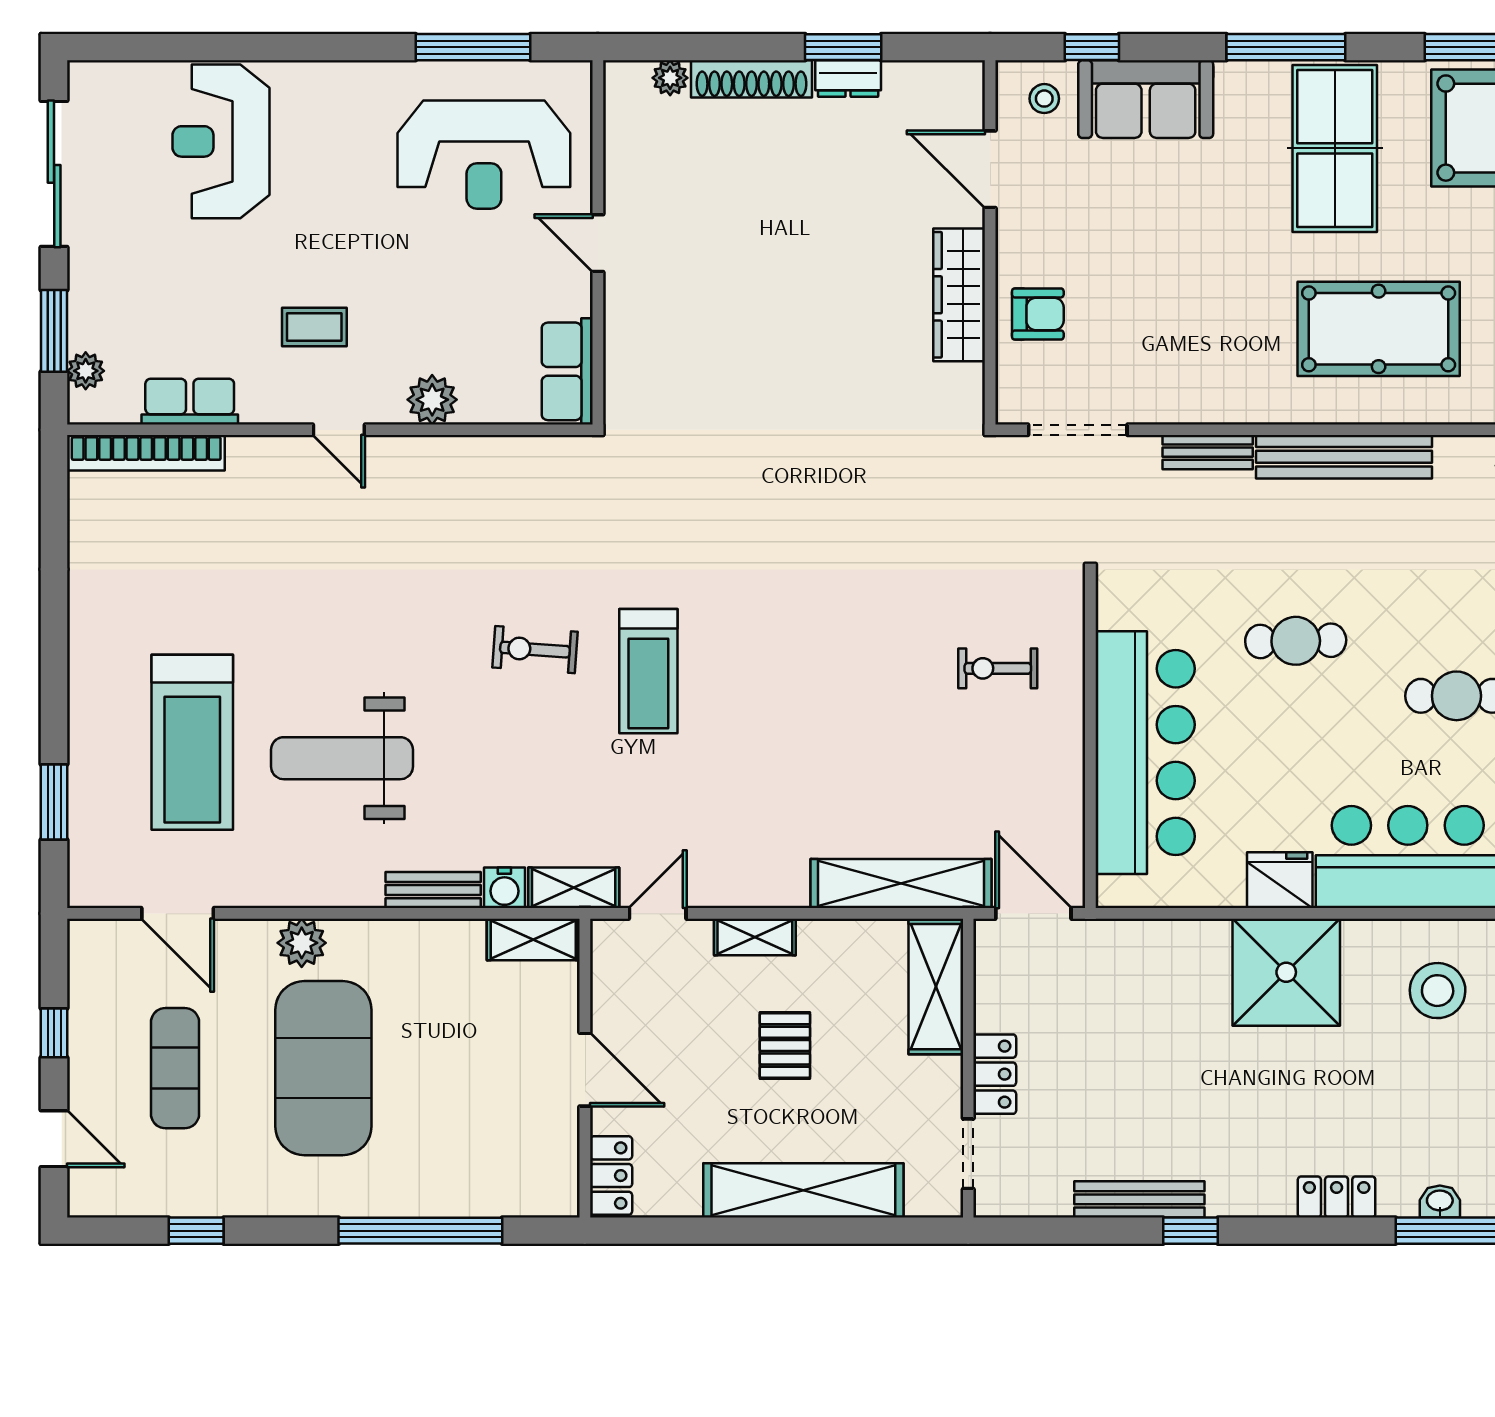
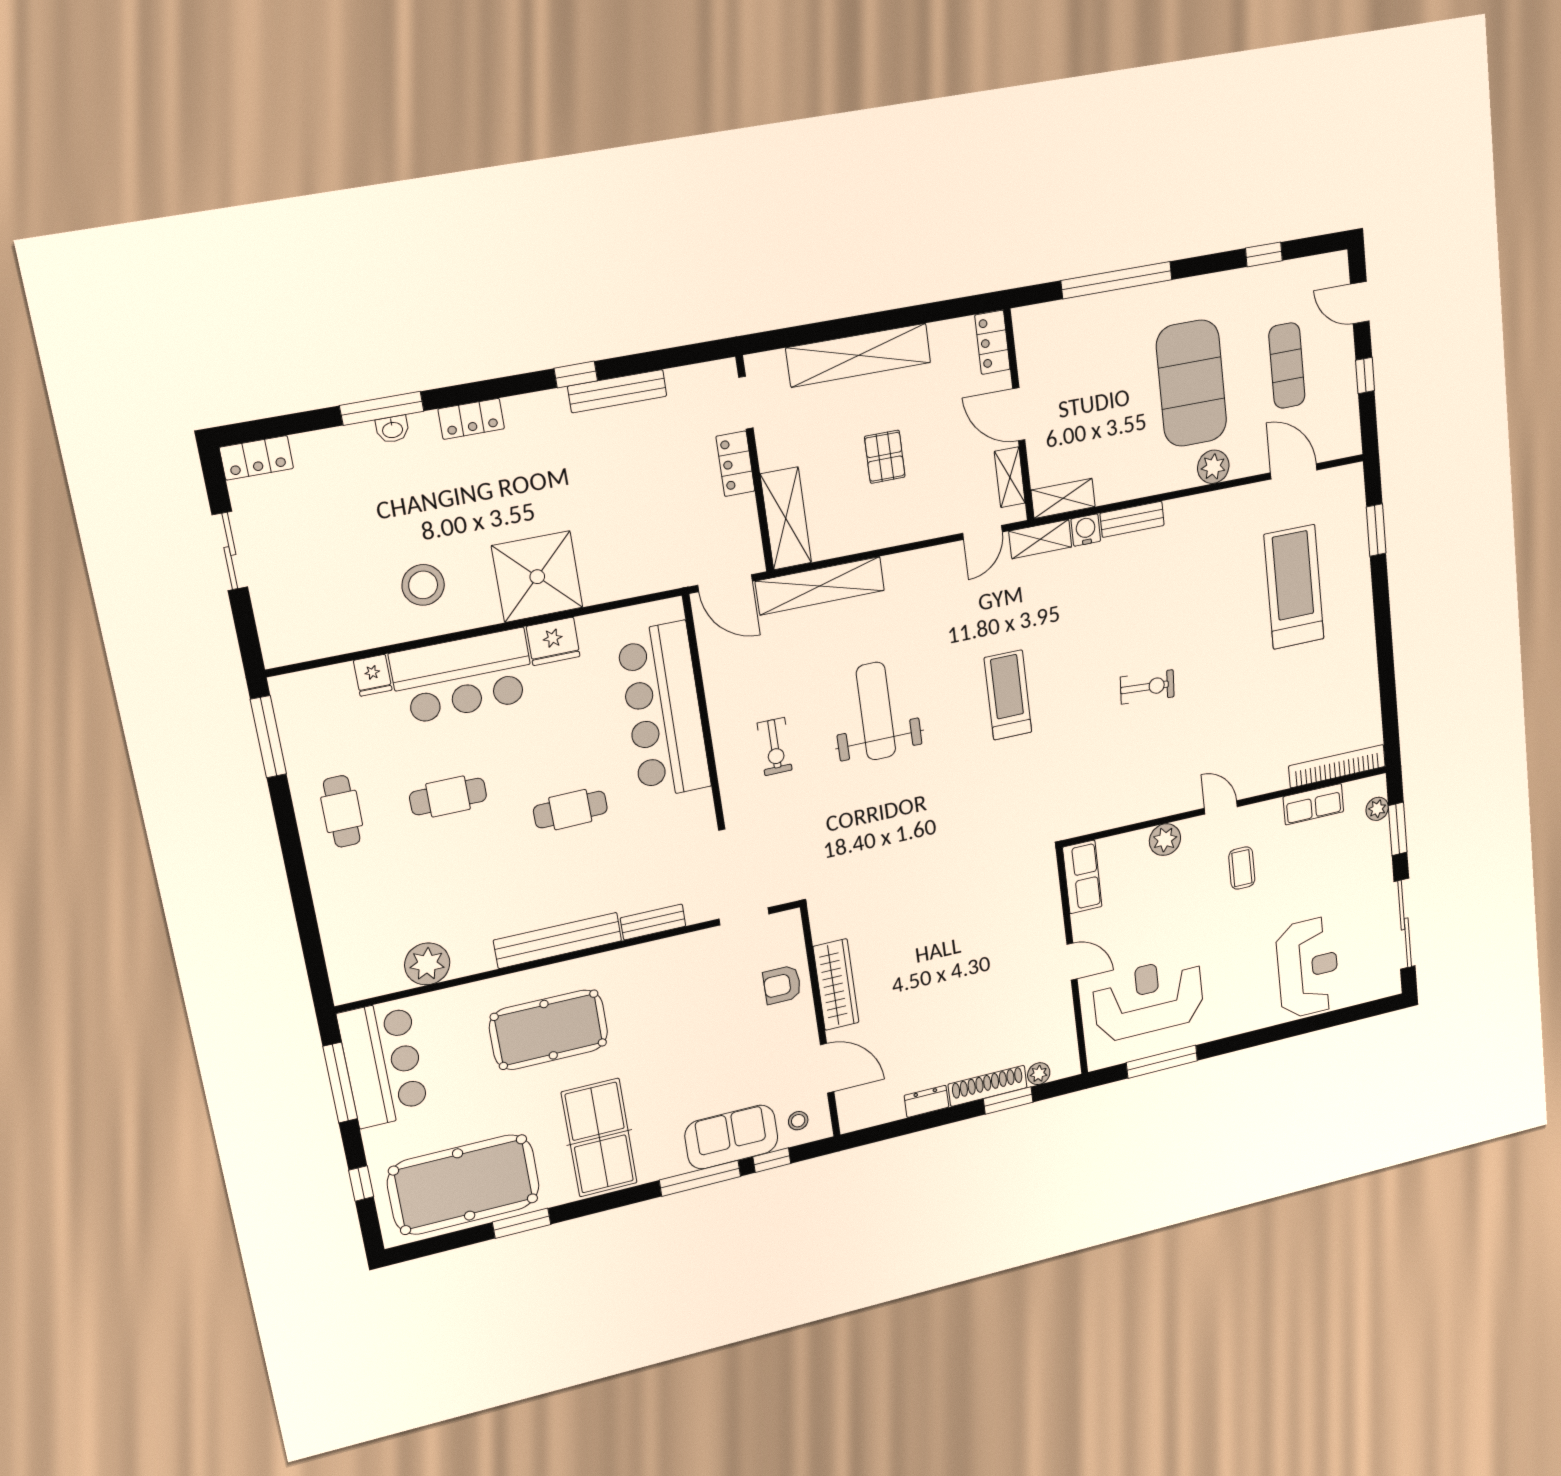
window: (843, 47) -> (1008, 1100), moved
window: (1286, 47) -> (700, 1178), moved
coffee table: (314, 327) -> (1242, 868), turned 90
doorway: (1078, 430) -> (744, 916), width x0.73
exercise bike: (535, 650) -> (1147, 687), moved
exercise bike: (998, 668) -> (775, 747), turned 90
weight bench: (342, 758) -> (876, 711), moved, turned -90
shelving: (755, 937) -> (1010, 477), moved, turned 90

